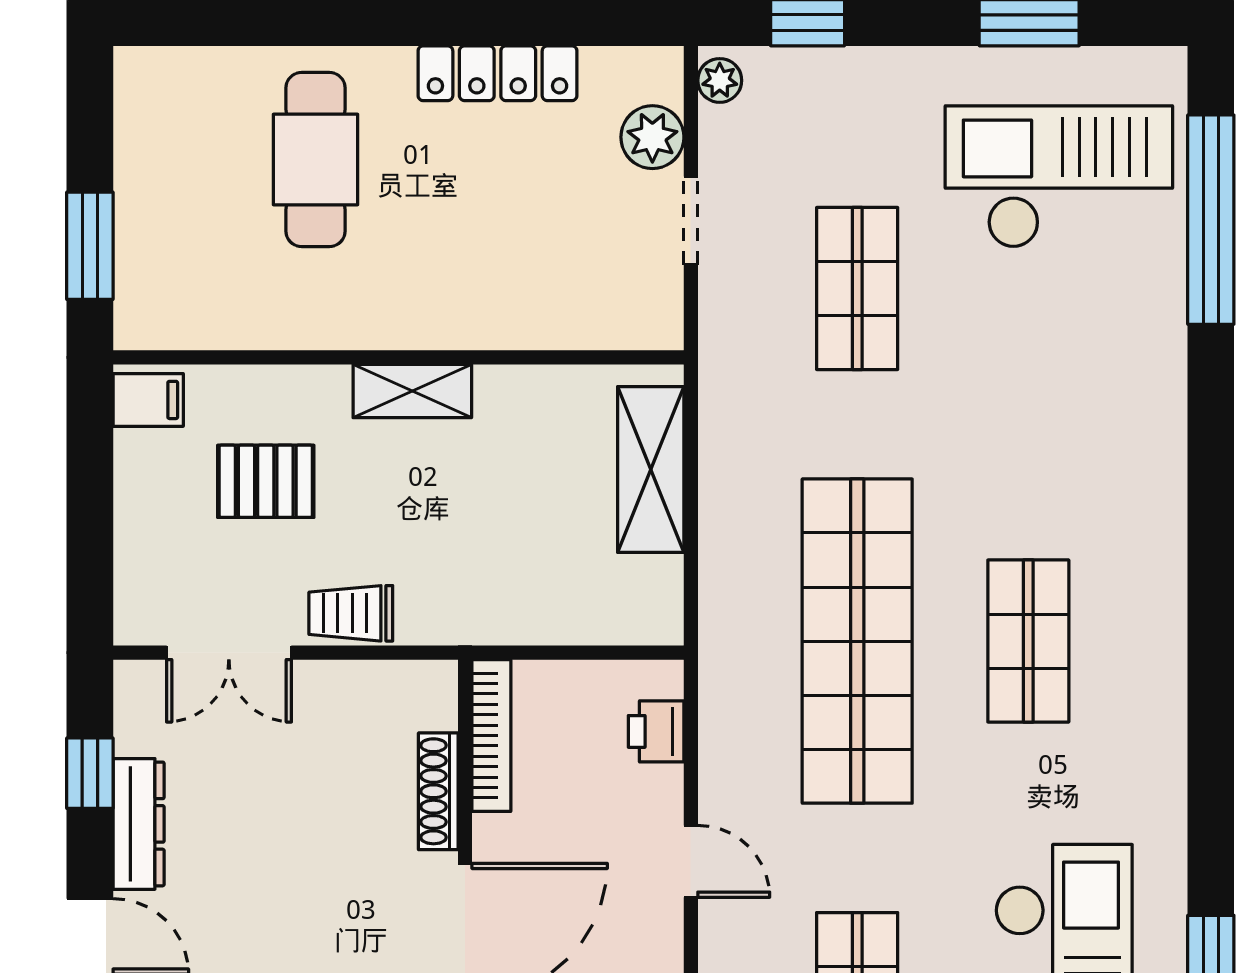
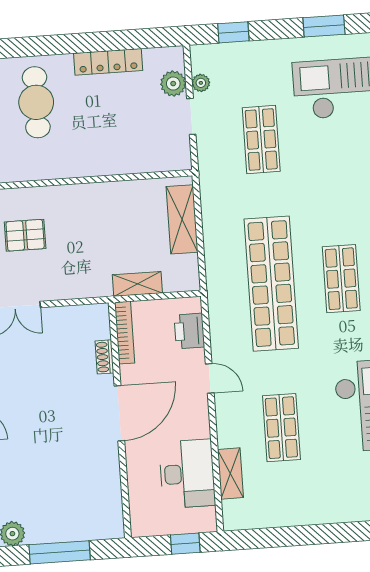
plant: (720, 80) -> (201, 83), moved
shelving: (412, 391) -> (137, 284), moved
trolley: (351, 613) -> (64, 287), removed
printer: (656, 731) -> (189, 331), width x1.36, depth x1.24
shoe rack: (438, 791) -> (104, 357), width x0.70

